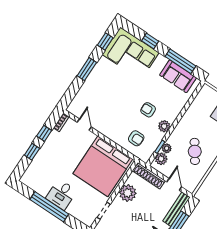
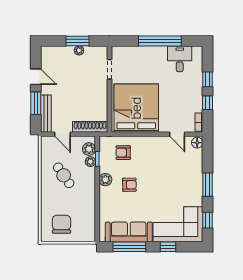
sofa: (178, 76) -> (129, 232), width x1.36
floor lamp: (73, 108) -> (197, 143), added
plant: (128, 193) -> (99, 99), removed
desk: (61, 195) -> (180, 59), moved

